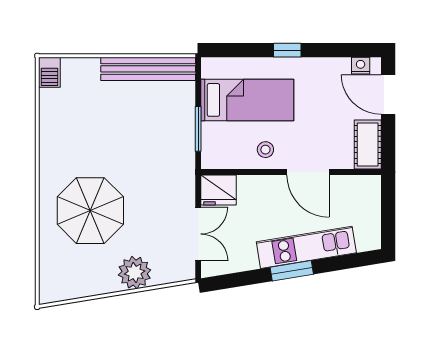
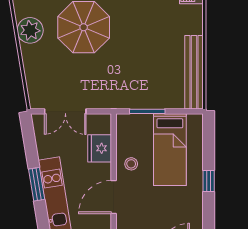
fridge: (219, 190) -> (100, 148), moved
plant: (135, 273) -> (30, 30), moved

